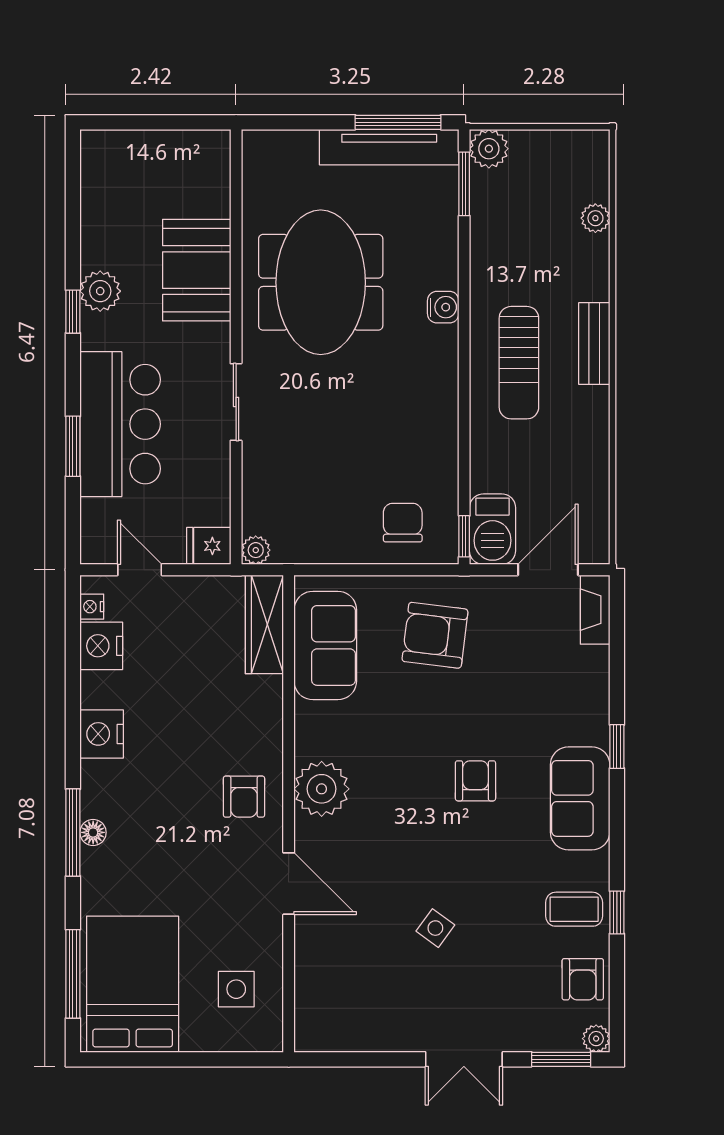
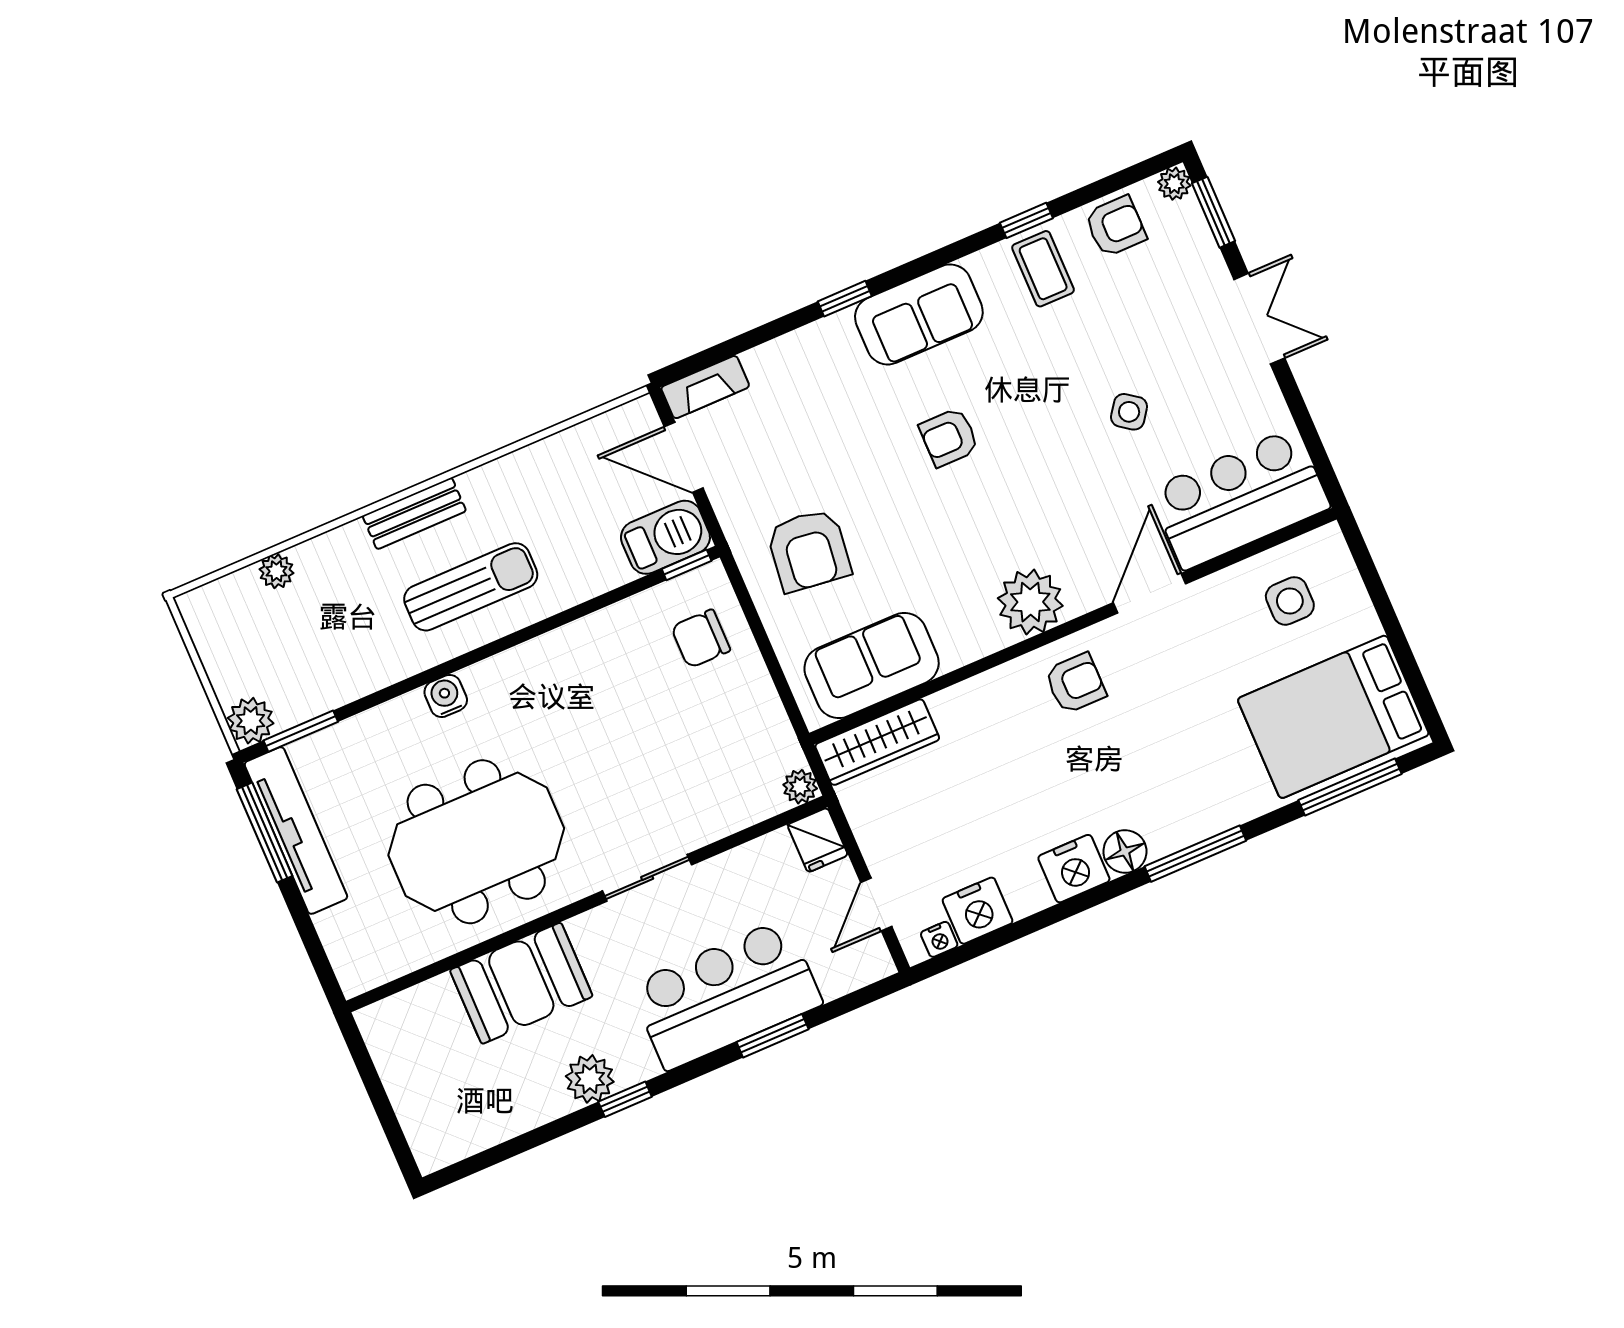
floor lamp: (93, 832) -> (1125, 851), moved, width x1.37, depth x1.37
bar counter: (332, 984) -> (1239, 499), added

